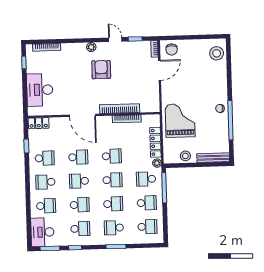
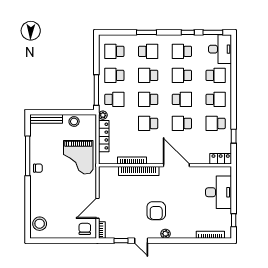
school desk: (46, 206) -> (216, 75), turned 180

